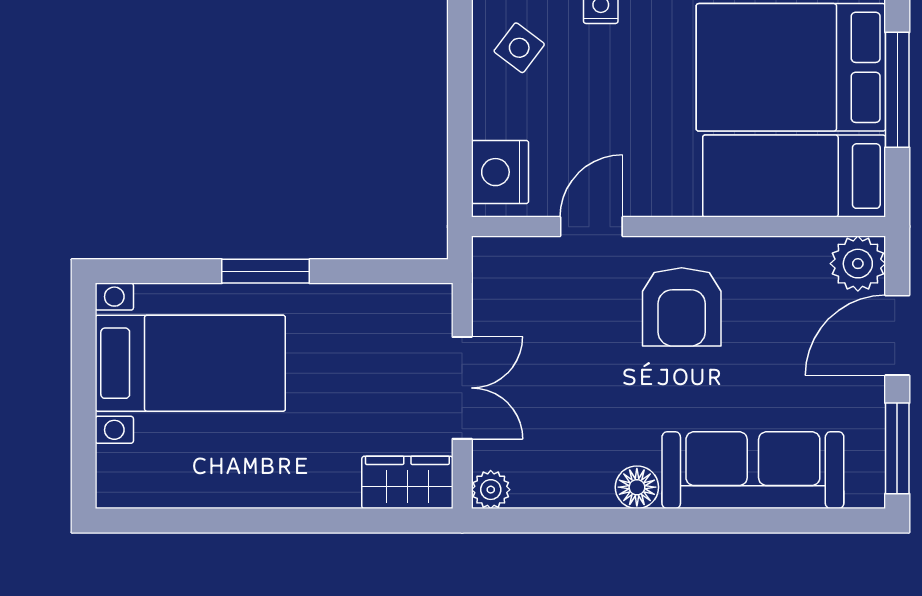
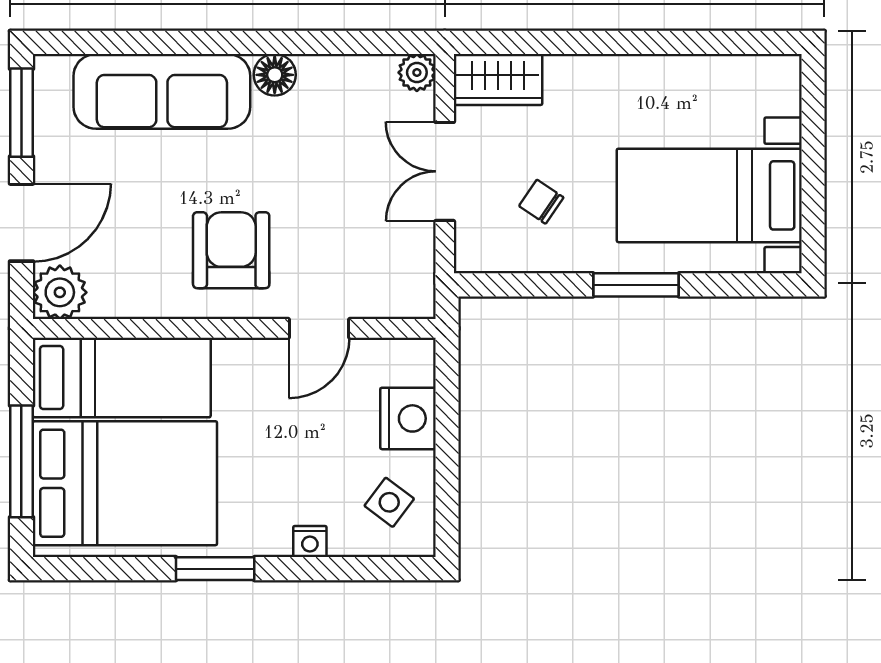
nightstand: (500, 172) -> (408, 418), moved
chair: (363, 357) -> (541, 202), added

